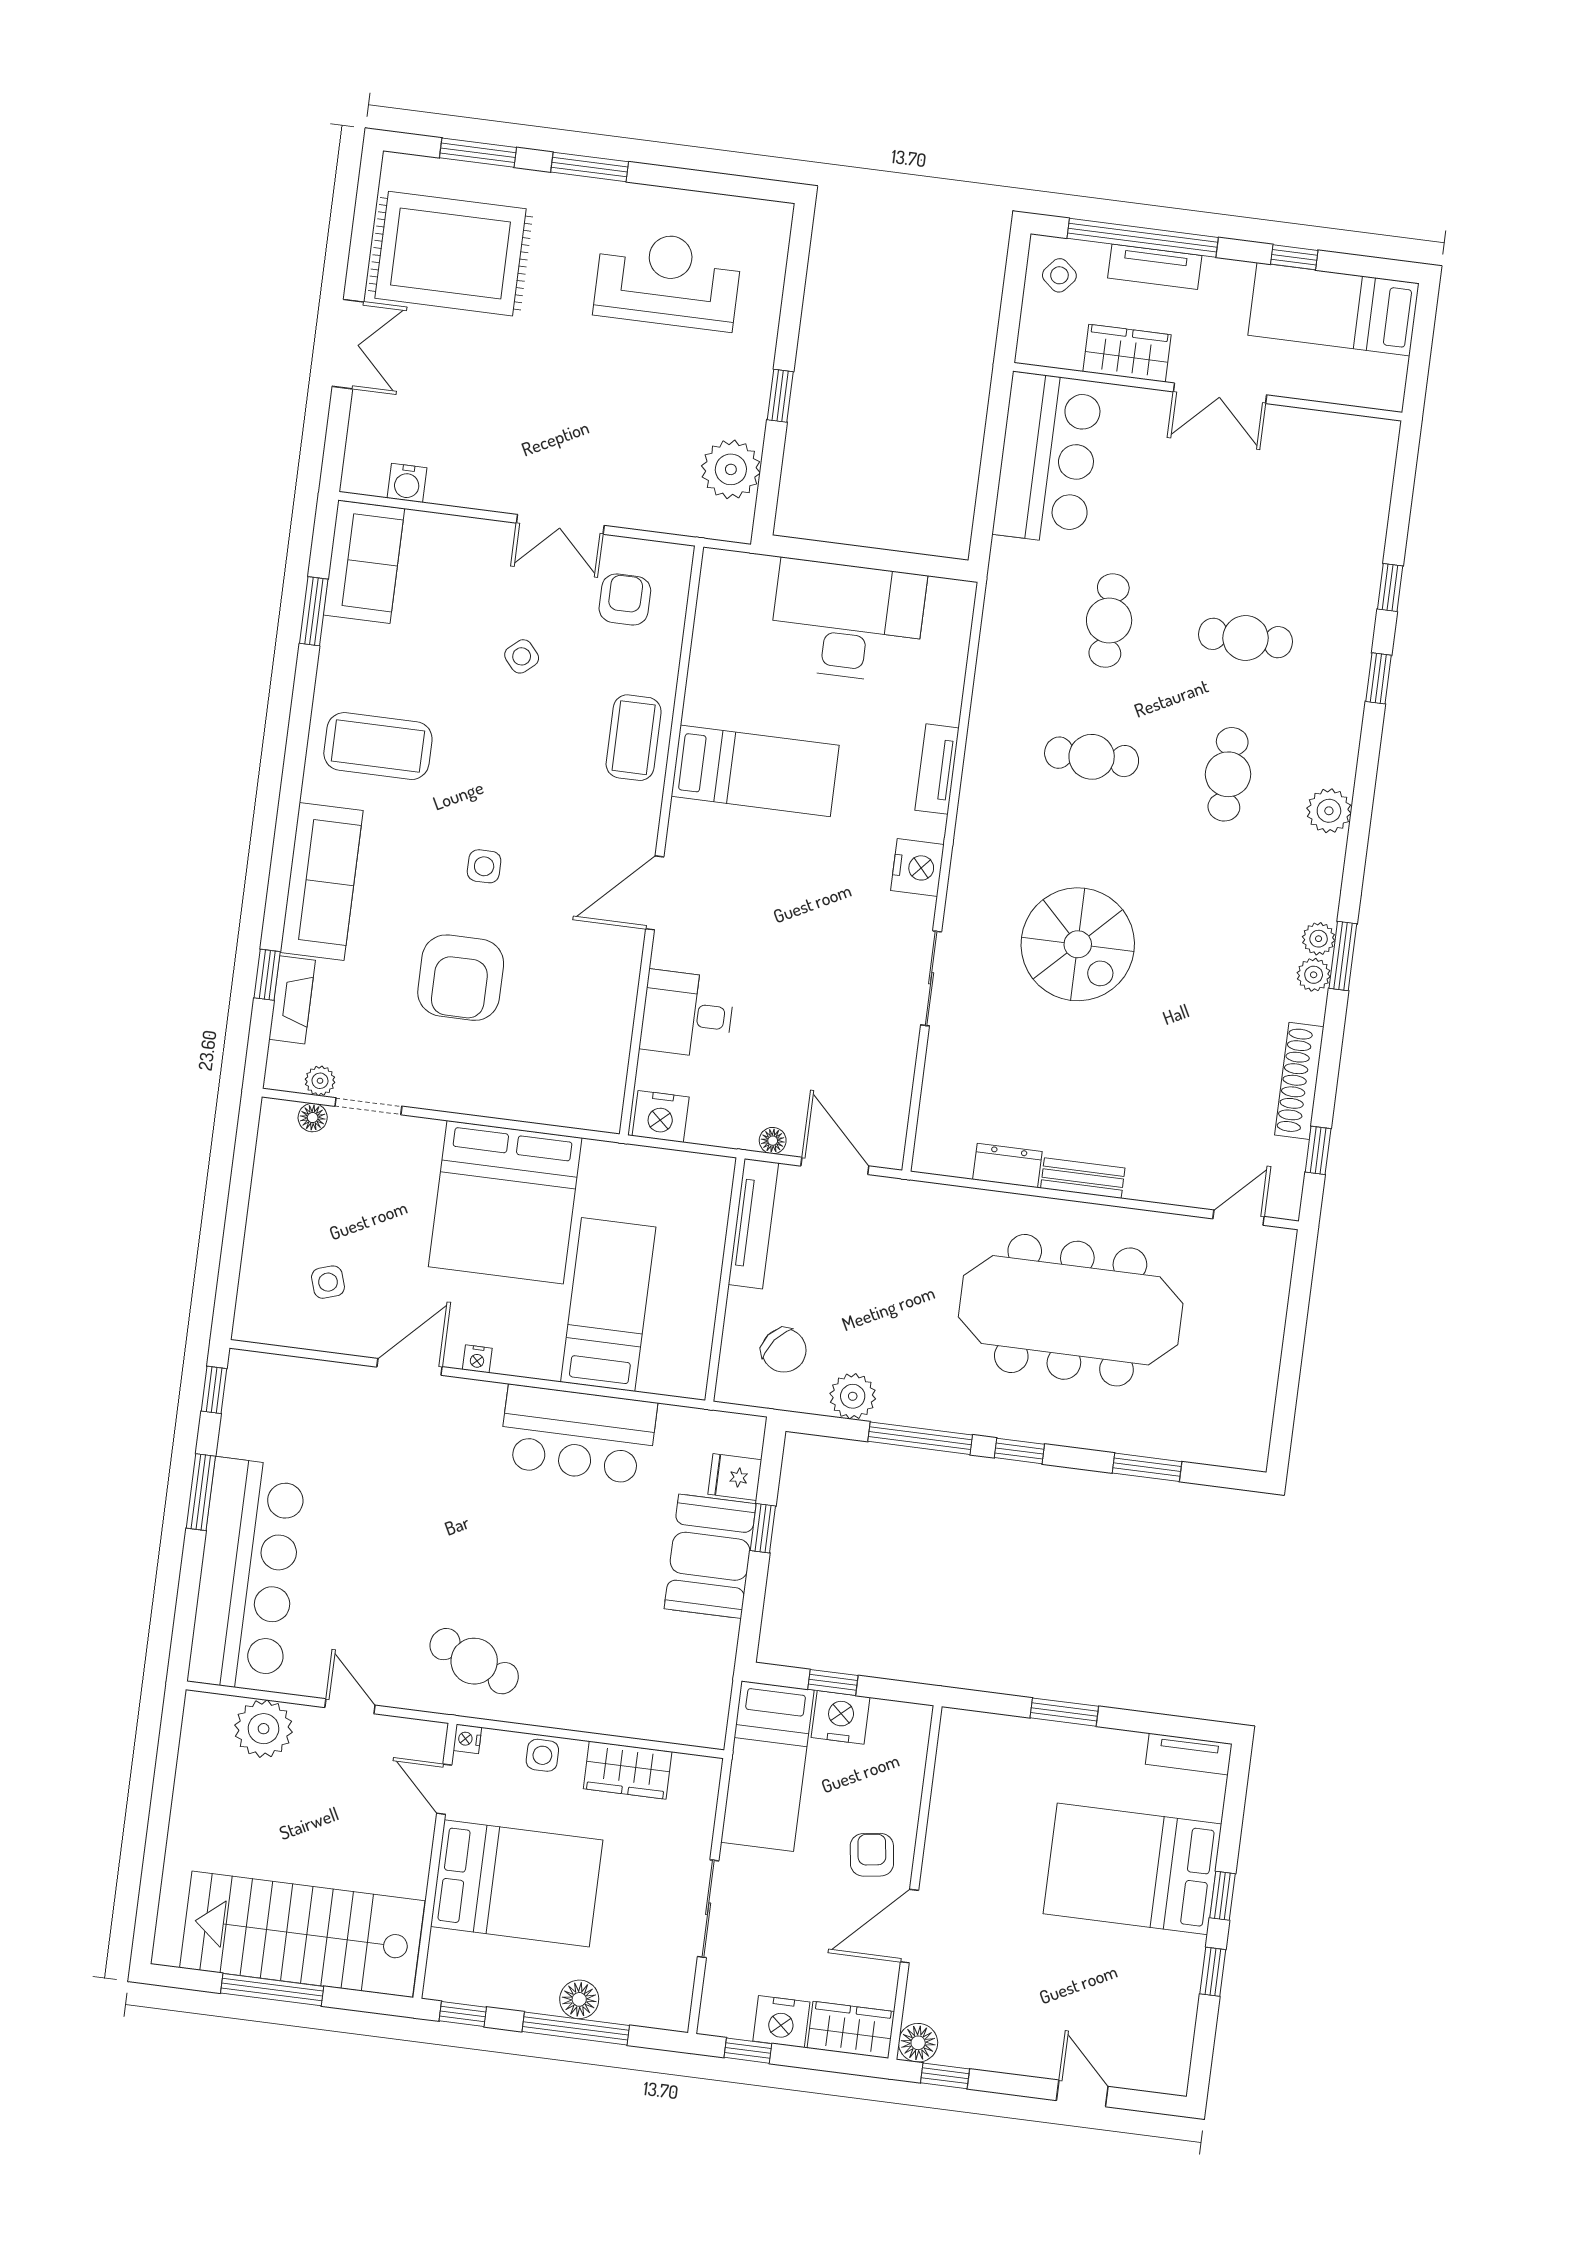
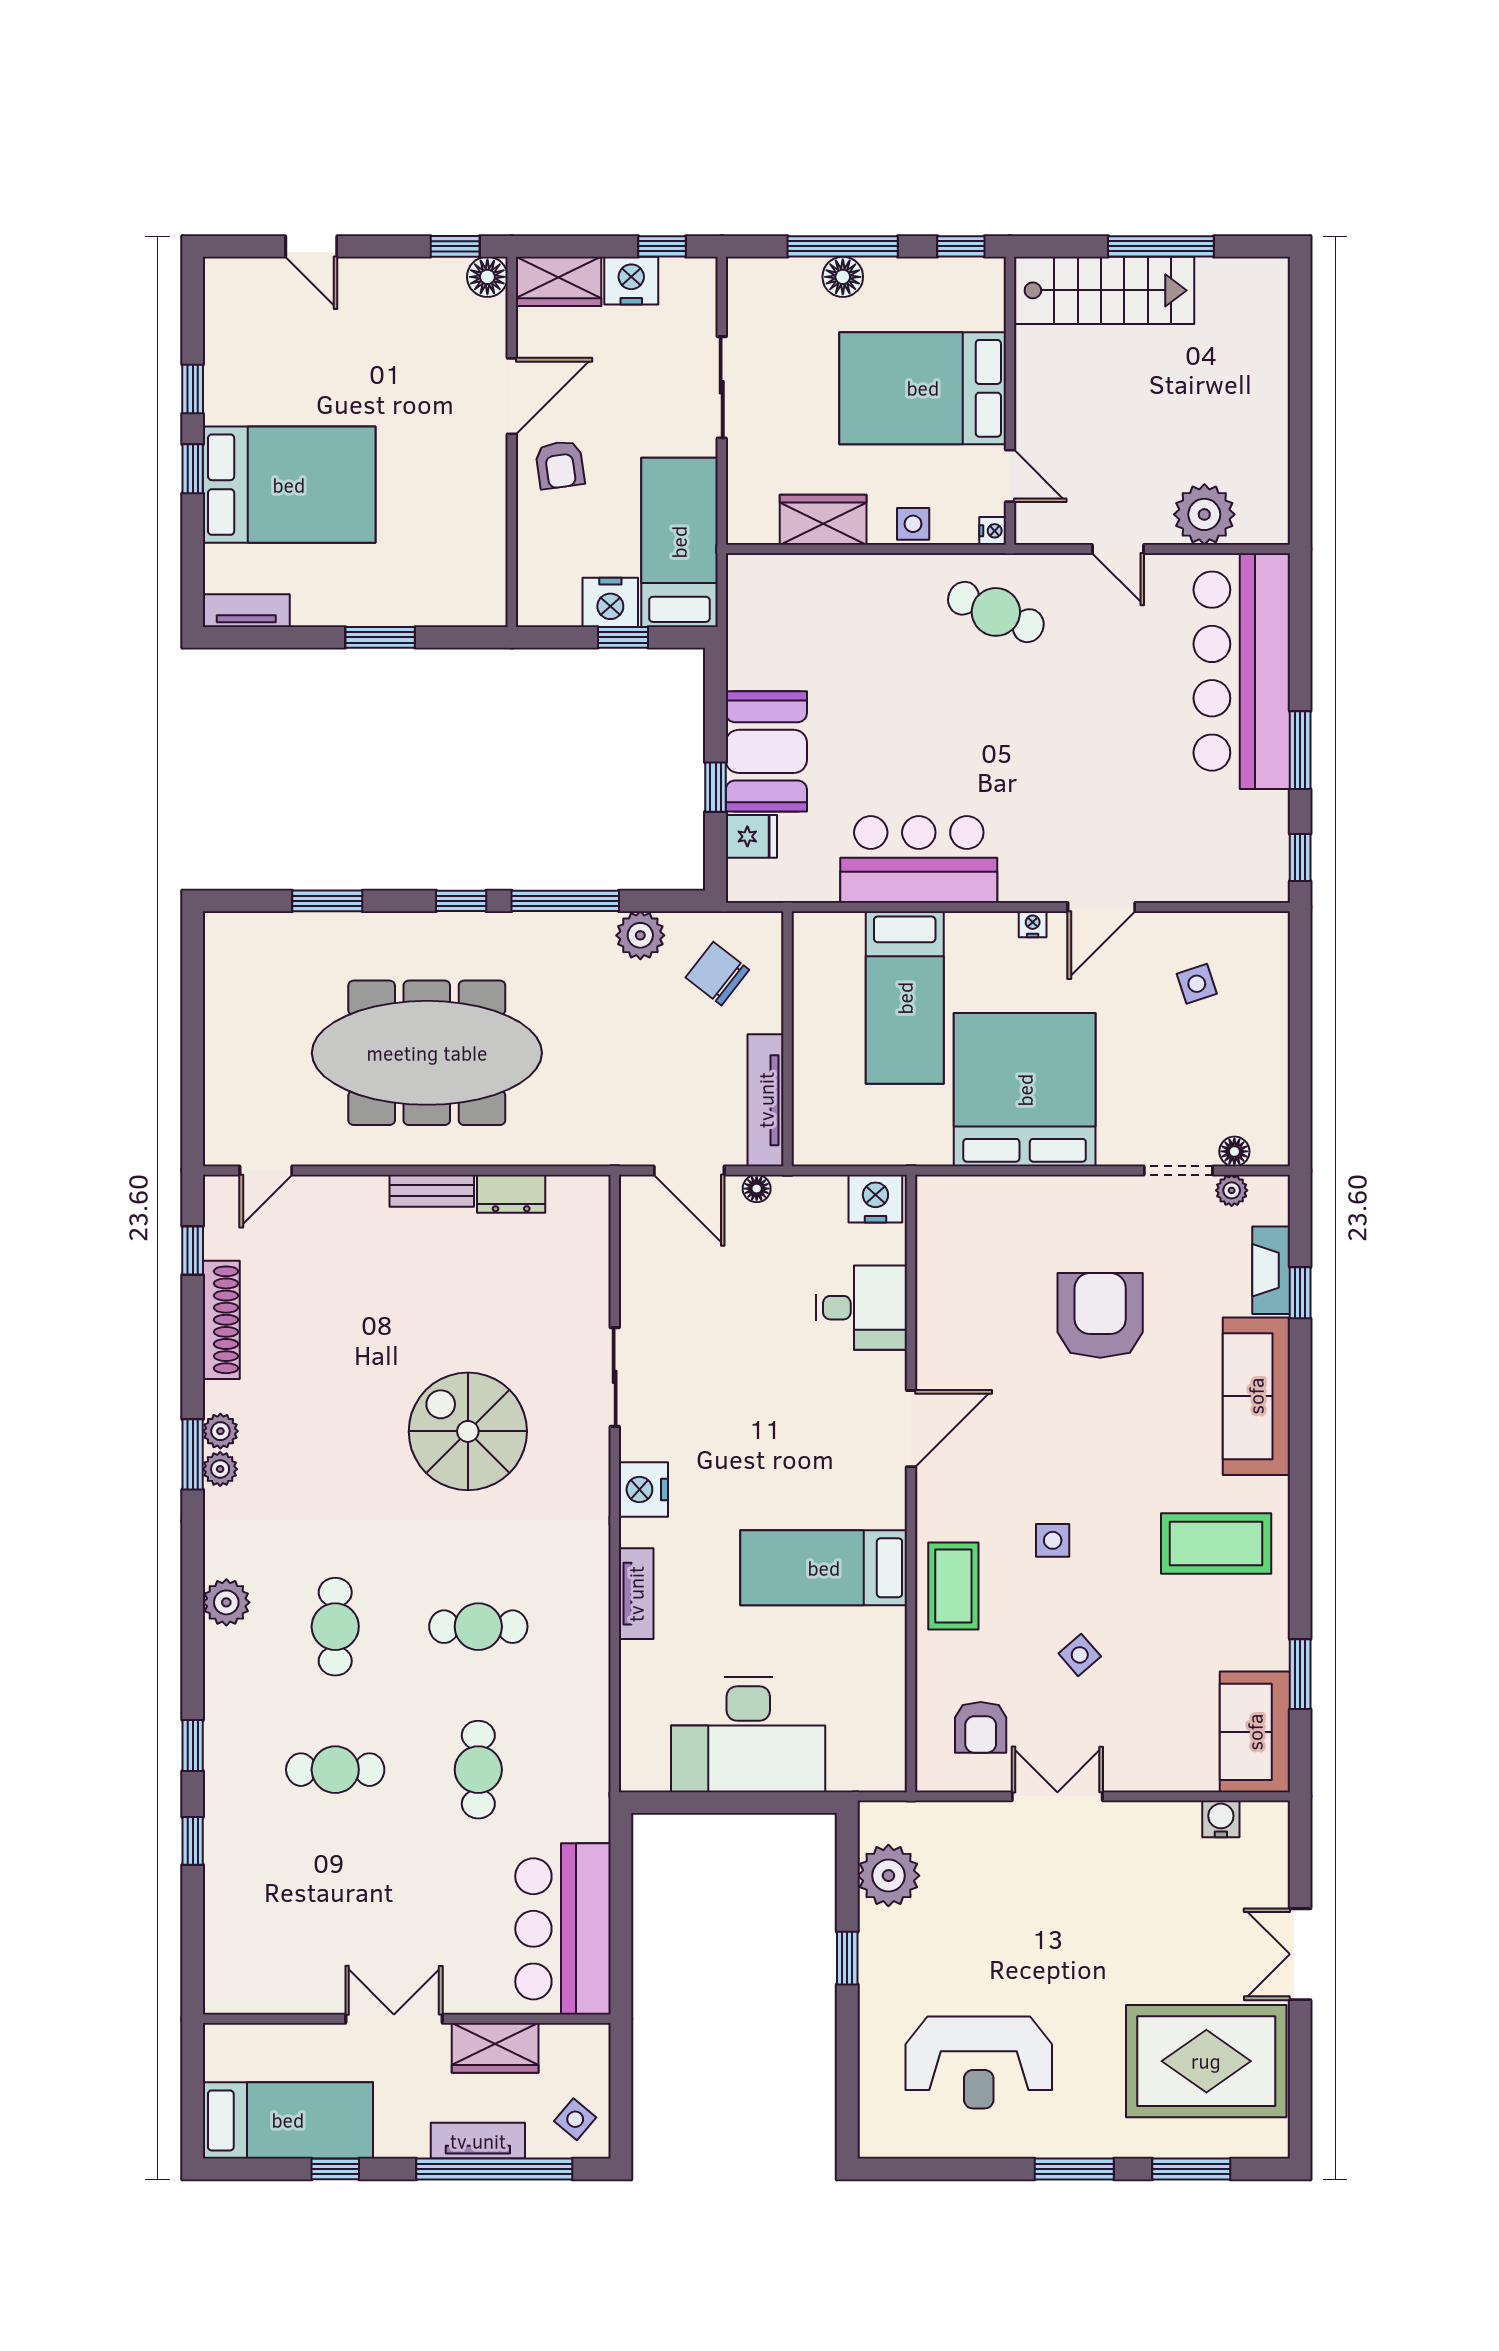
side table: (484, 866) -> (1053, 1540), moved
stairs: (302, 1934) -> (1105, 290), width x0.73, depth x0.66

